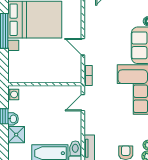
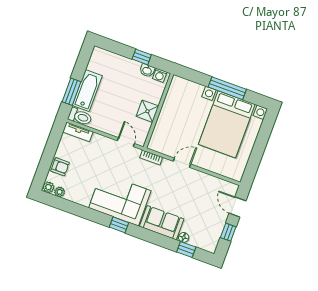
washbasin: (13, 119) -> (147, 70), moved
shower: (16, 135) -> (147, 111), moved

